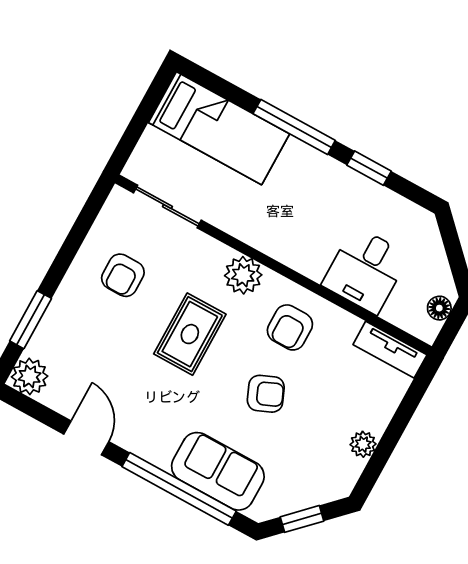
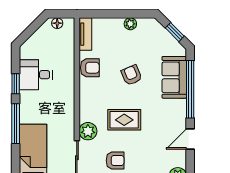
desk: (366, 270) -> (36, 75), moved, turned 180
plant: (243, 275) -> (88, 131), moved
armchair: (290, 327) -> (90, 68), moved

